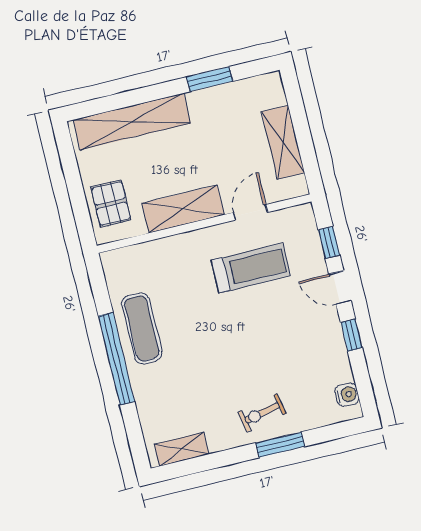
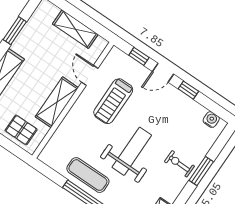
treadmill: (251, 268) -> (113, 101), turned 180
weight bench: (219, 347) -> (132, 151), added
exercise bike: (262, 413) -> (179, 164), turned 103

